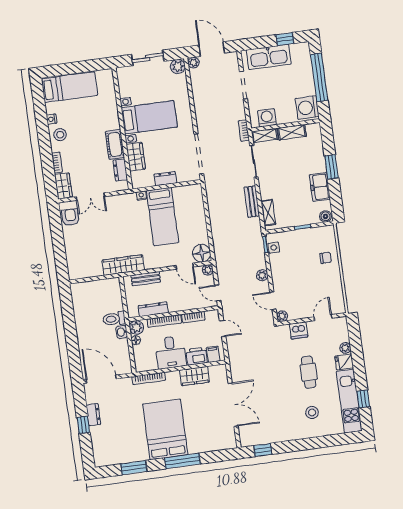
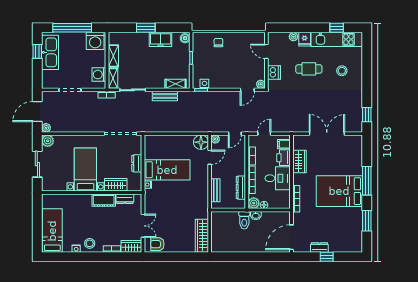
kitchen sink: (269, 57) -> (50, 52), moved
wardrobe: (123, 265) -> (202, 236), moved
plant: (262, 275) -> (226, 96), removed

